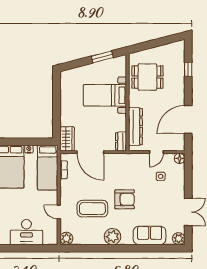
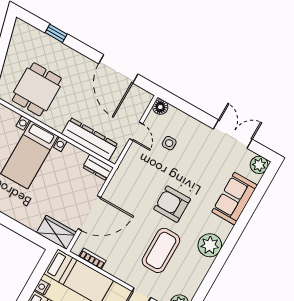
armchair: (125, 199) -> (172, 204), turned -90

